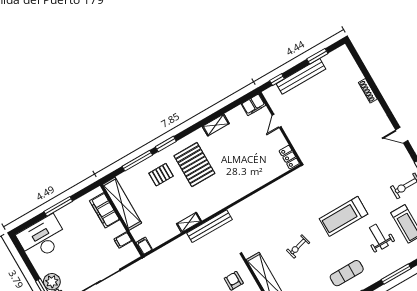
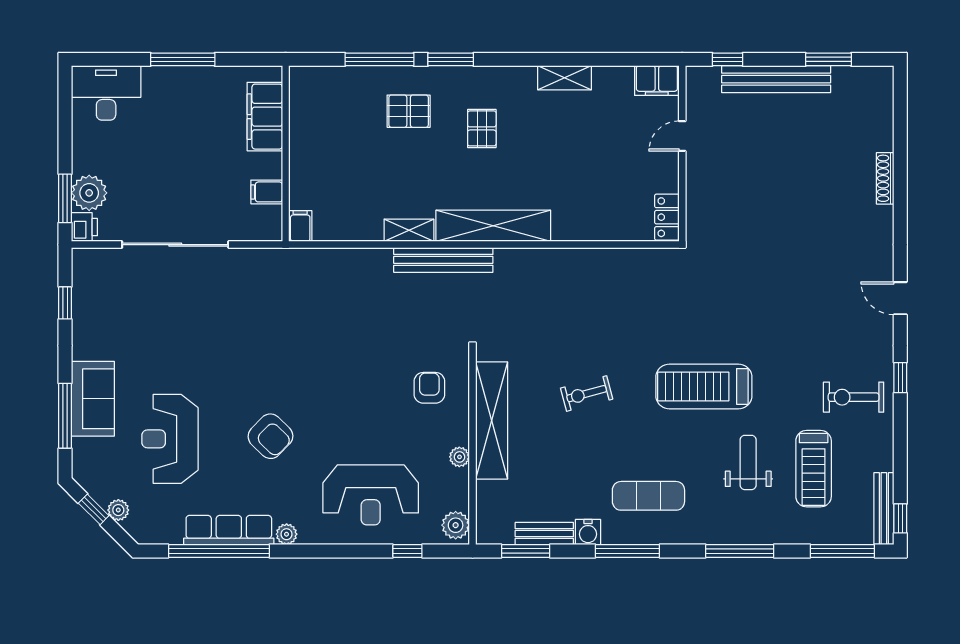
pallet: (194, 165) -> (482, 128), width x0.49, depth x0.50
shelving: (122, 204) -> (493, 226), moved, turned 90
desk: (42, 238) -> (106, 93), width x0.73, depth x0.77

